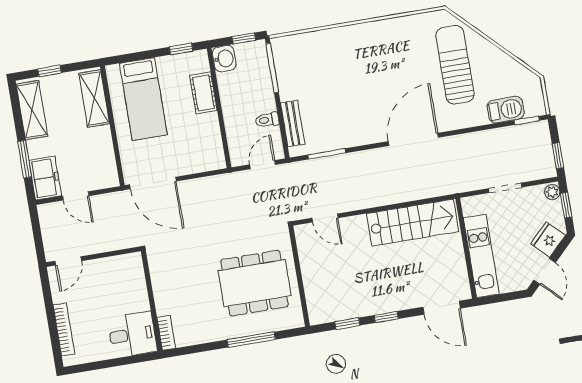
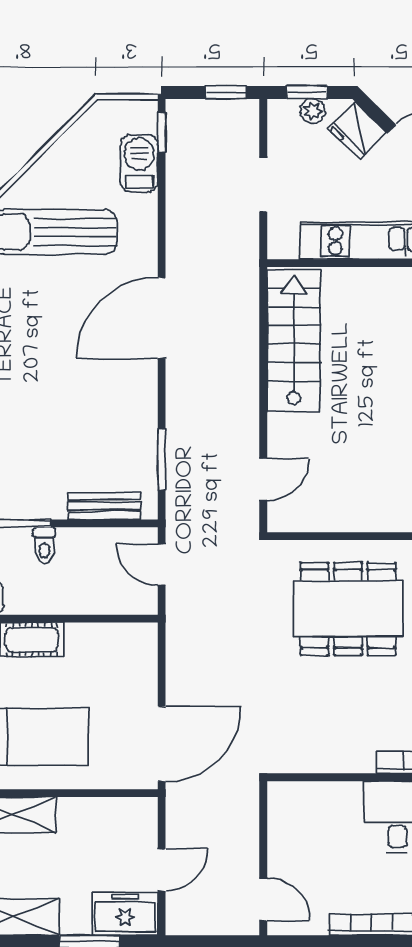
toilet: (267, 120) -> (44, 545), moved
door: (413, 139) -> (162, 318), hinge flipped
plant: (552, 192) -> (313, 111), moved
dining table: (255, 283) -> (348, 609), turned 90

